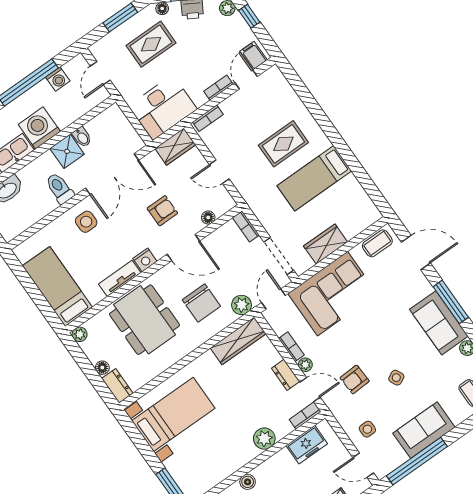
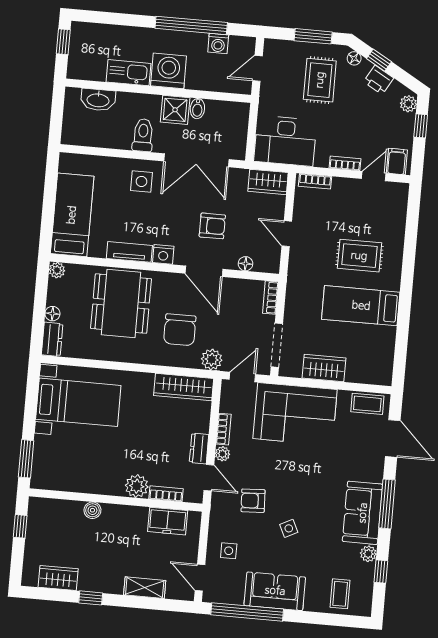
rug: (151, 44) -> (320, 80), turned 90
bookcase: (305, 415) -> (166, 494), moved

